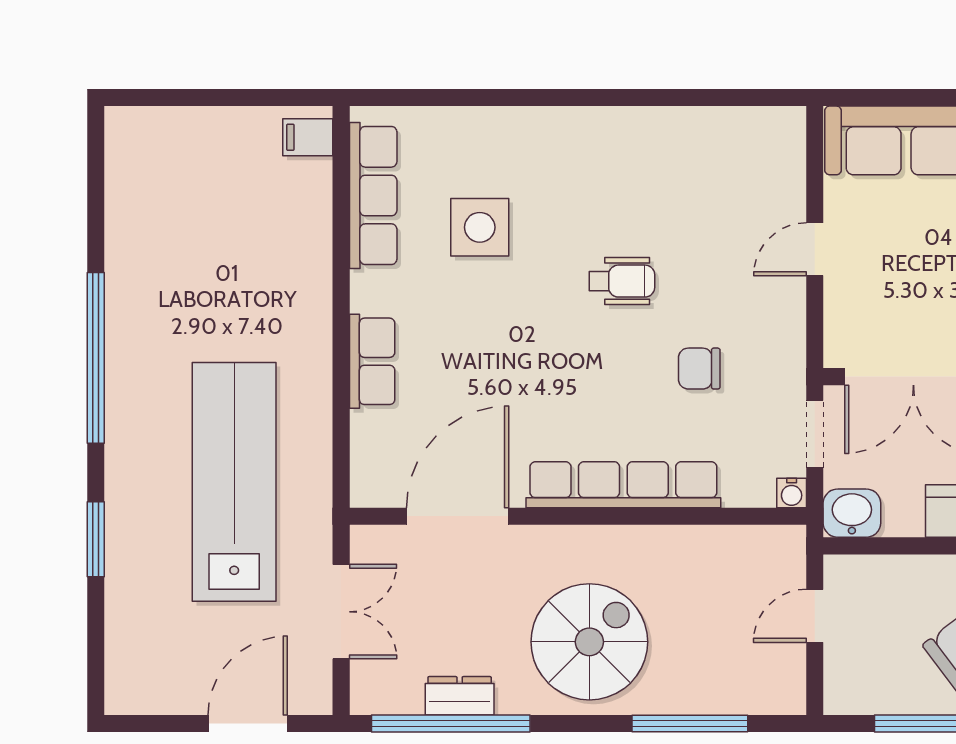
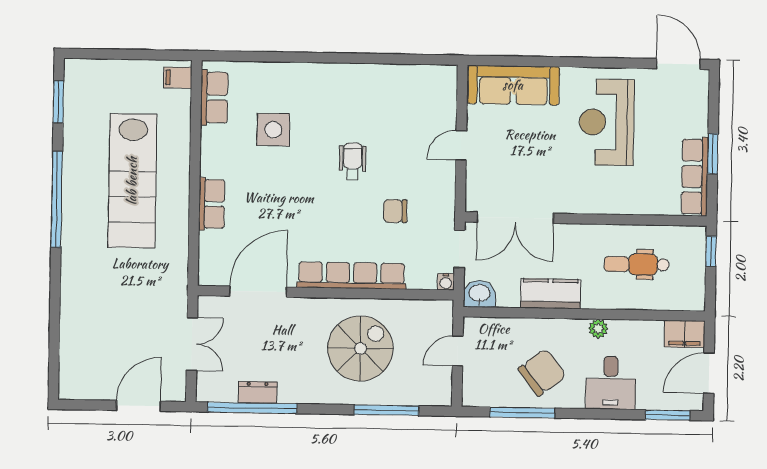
row of seats: (373, 195) -> (214, 98), width x0.68
wheelchair: (622, 281) -> (353, 161), turned -90
lab bench: (234, 482) -> (132, 181), moved, turned 180
window: (96, 539) -> (58, 102), moved
spiral stairs: (589, 642) -> (360, 348), moved

